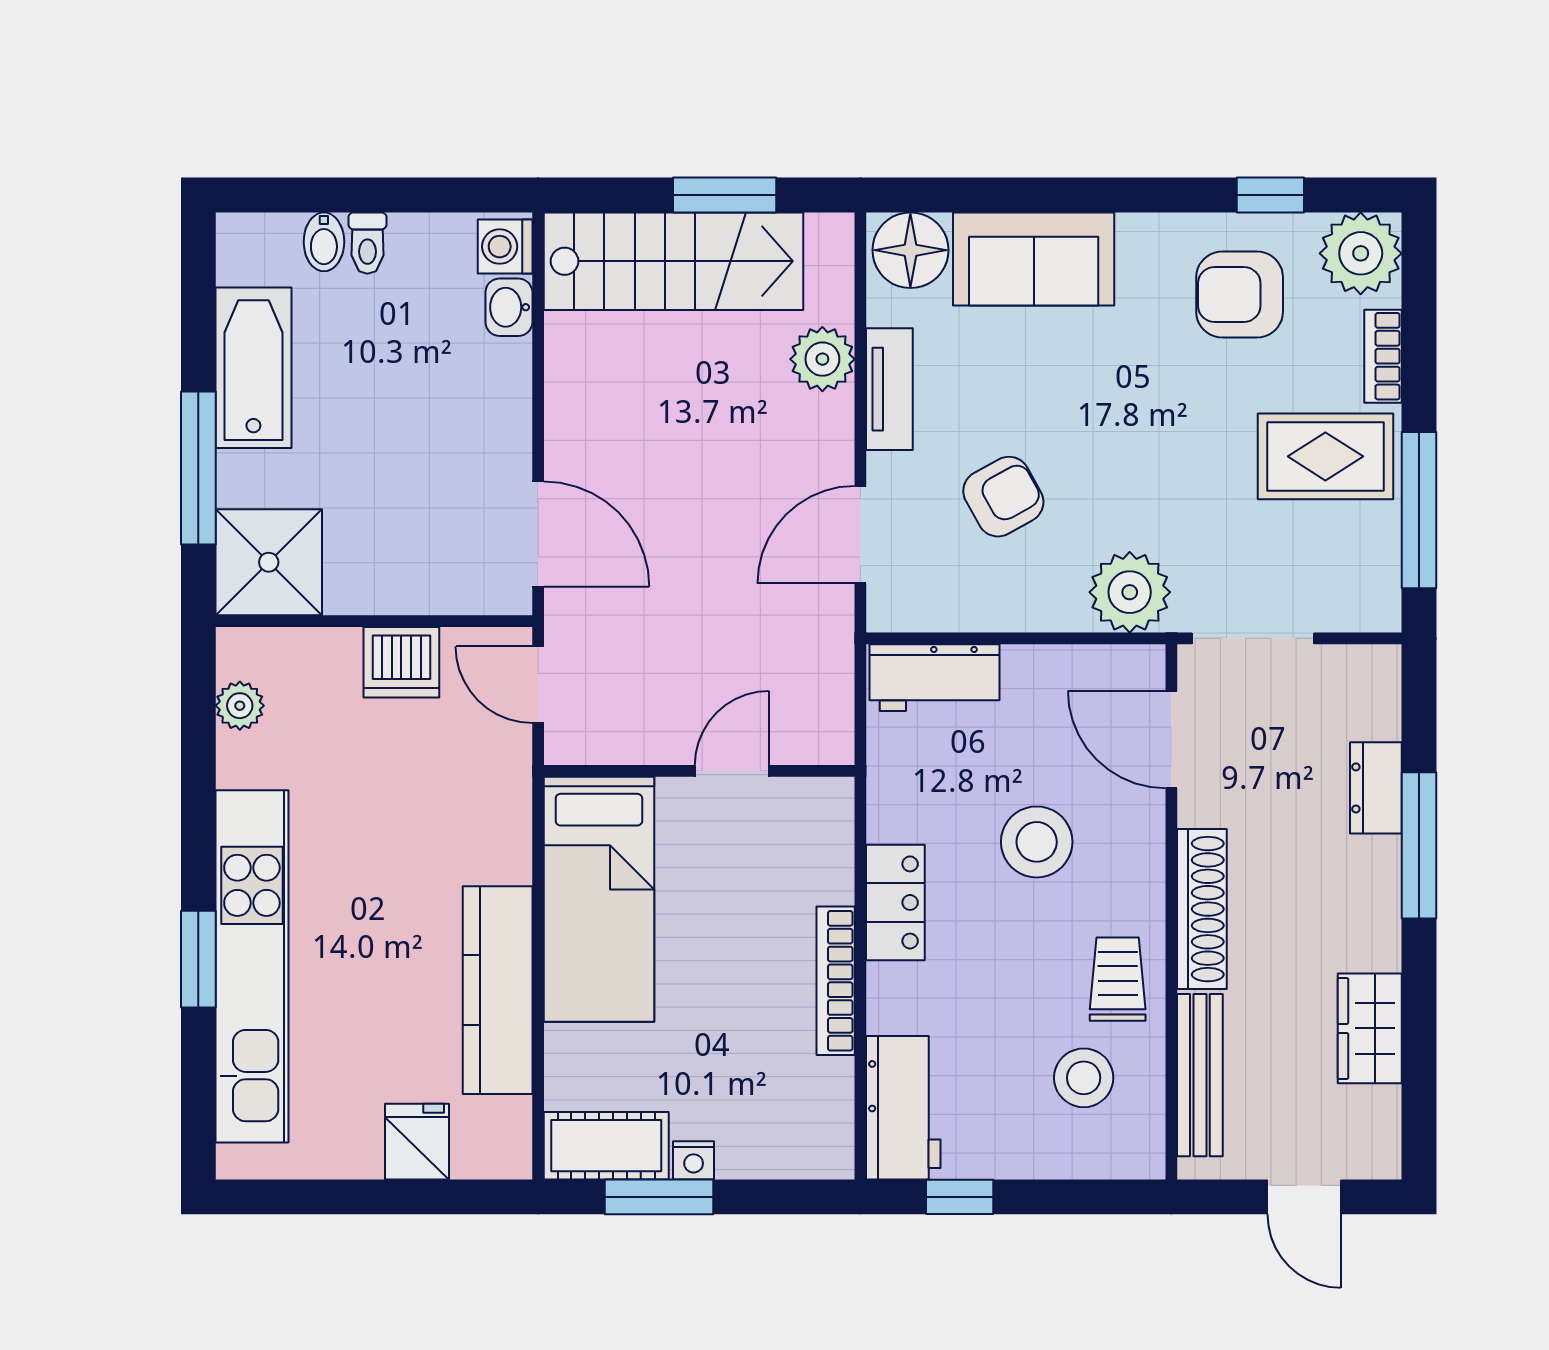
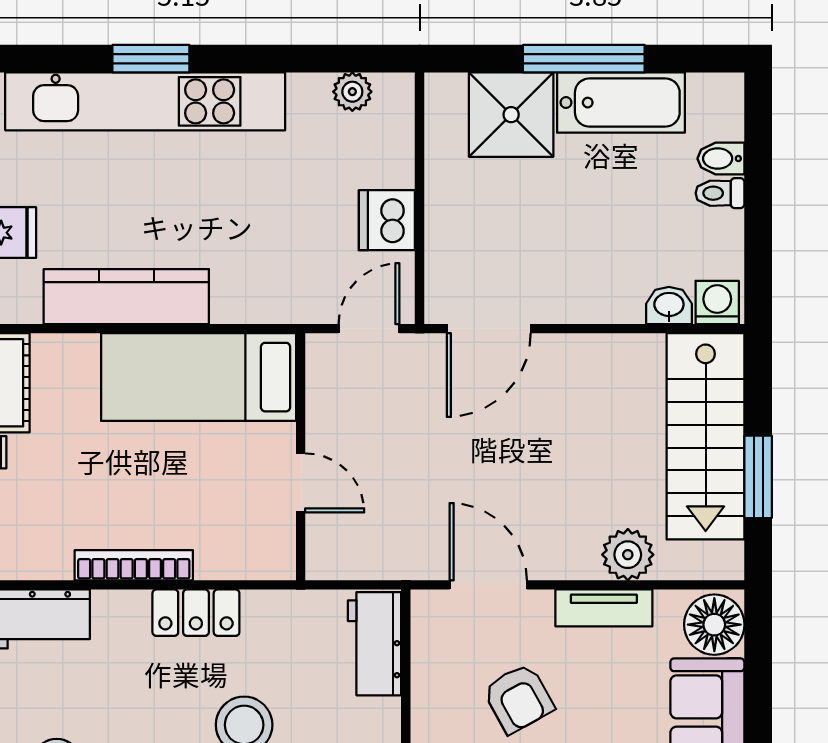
window: (198, 468) -> (584, 59), moved
shower: (269, 562) -> (511, 115), moved

